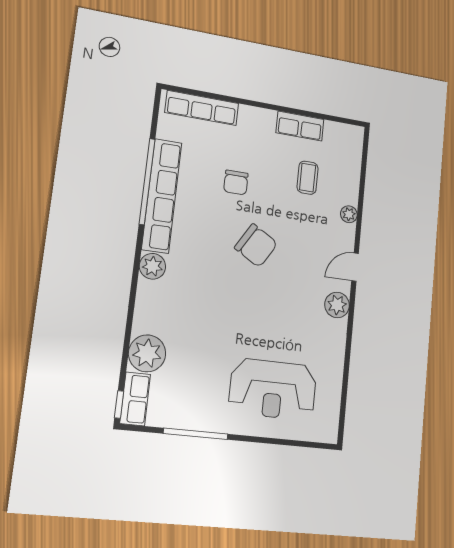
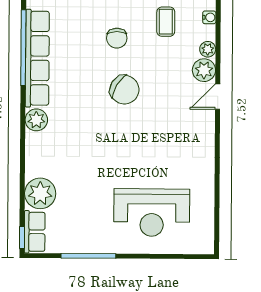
water cooler: (353, 180) -> (209, 17), added
chair: (236, 182) -> (117, 38), moved
plant: (337, 305) -> (204, 70), moved

